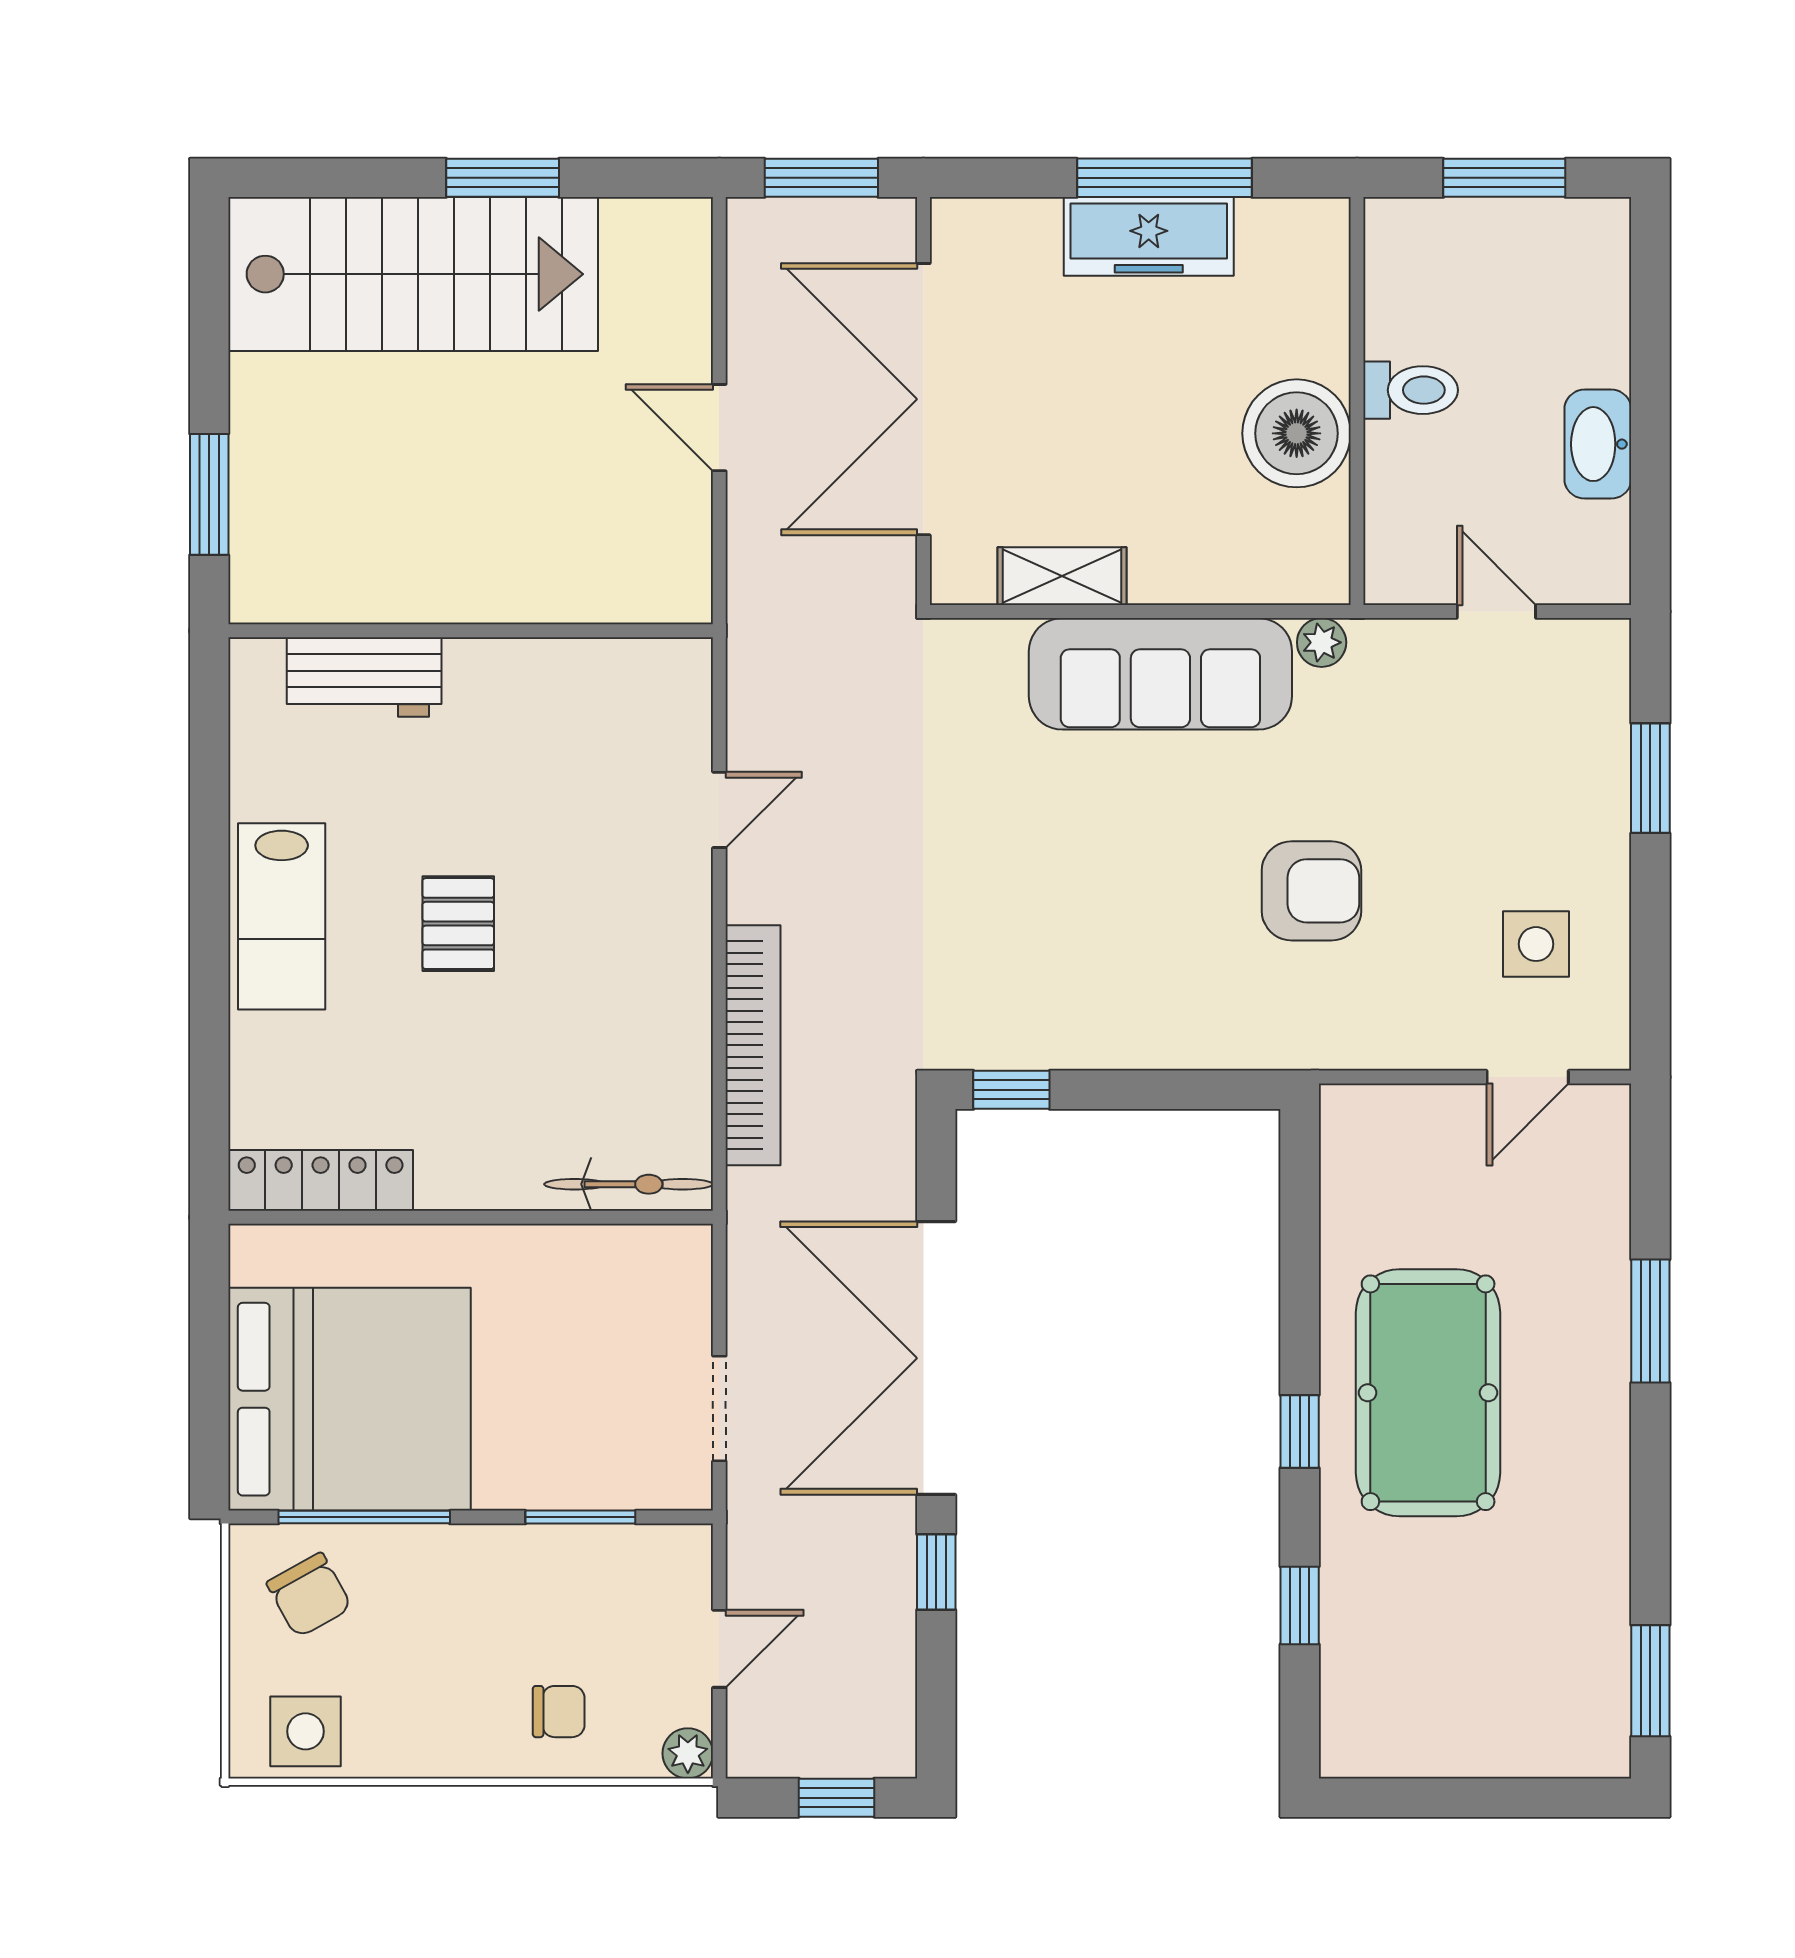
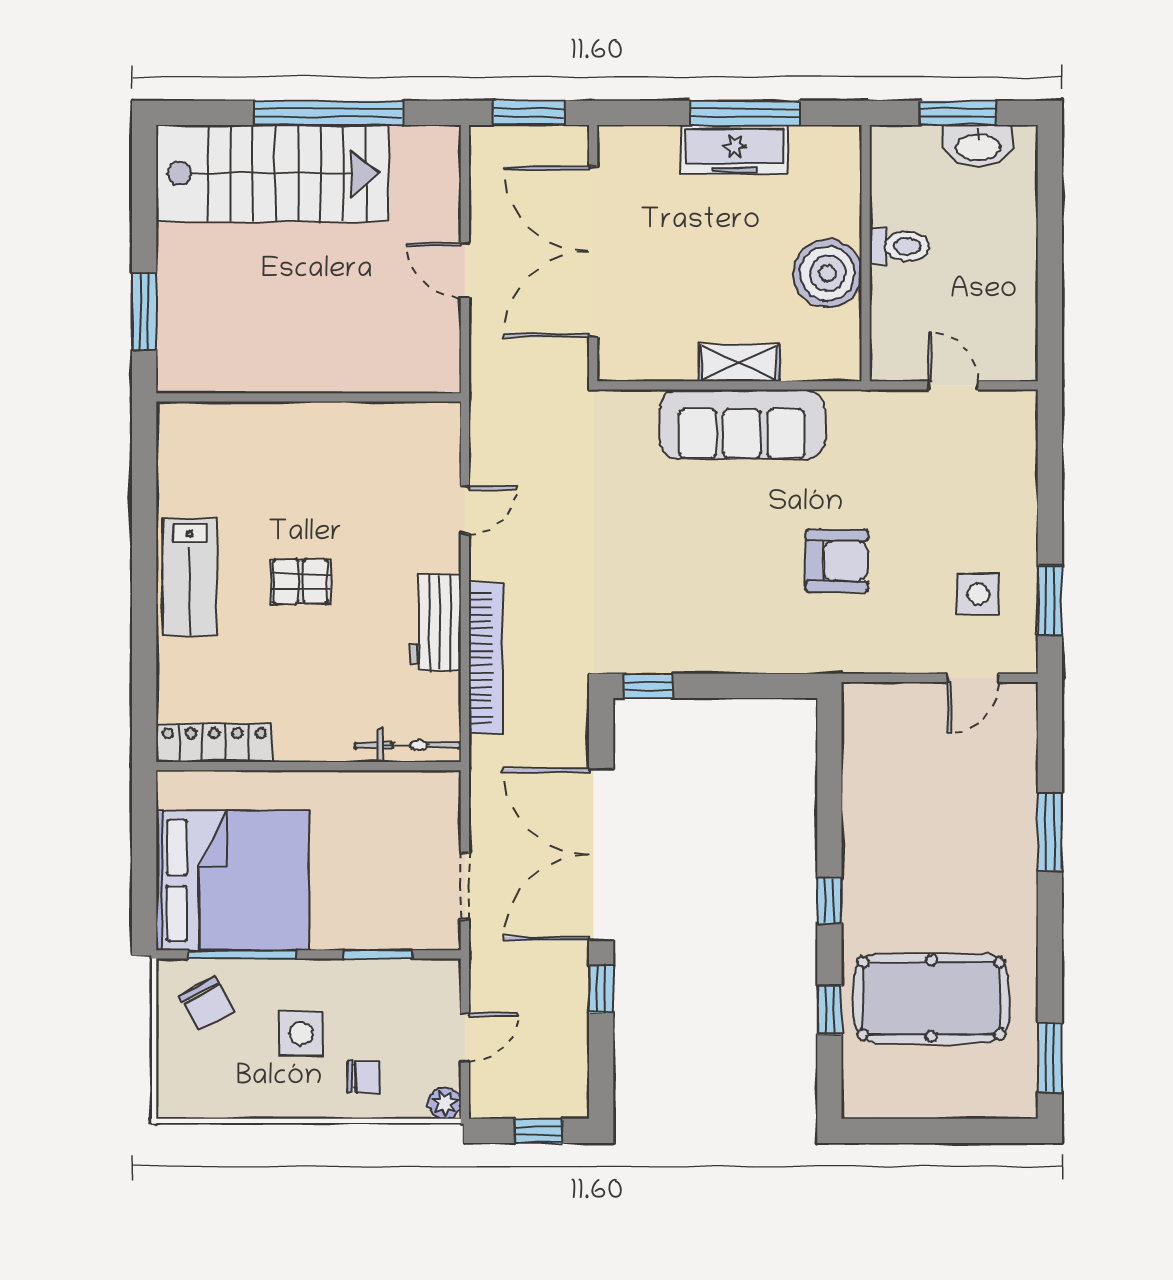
window: (503, 178) -> (329, 113), width x2.11
washbasin: (1598, 444) -> (978, 146), moved, turned -90
shelving: (1062, 576) -> (739, 363), moved
plant: (1322, 642) -> (843, 405), removed
workbench: (364, 677) -> (436, 623), moved, turned 90
window: (1650, 778) -> (1050, 601), moved
pallet: (458, 924) -> (301, 582), turned 90
pool table: (1428, 1393) -> (931, 998), moved, turned 90
side table: (305, 1731) -> (301, 1033), moved

